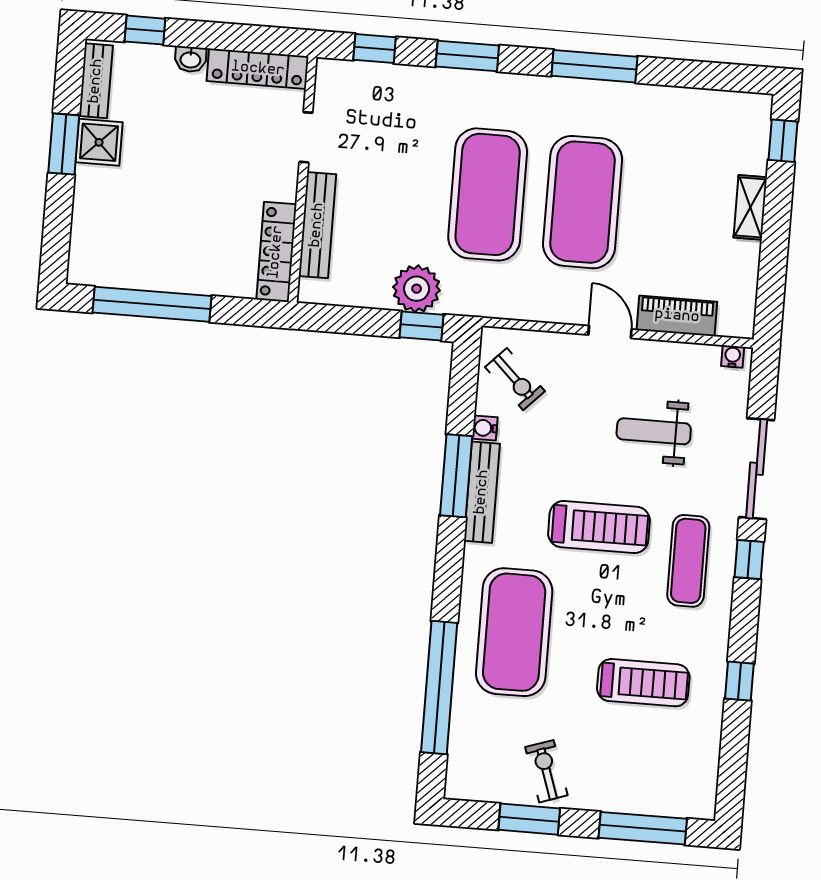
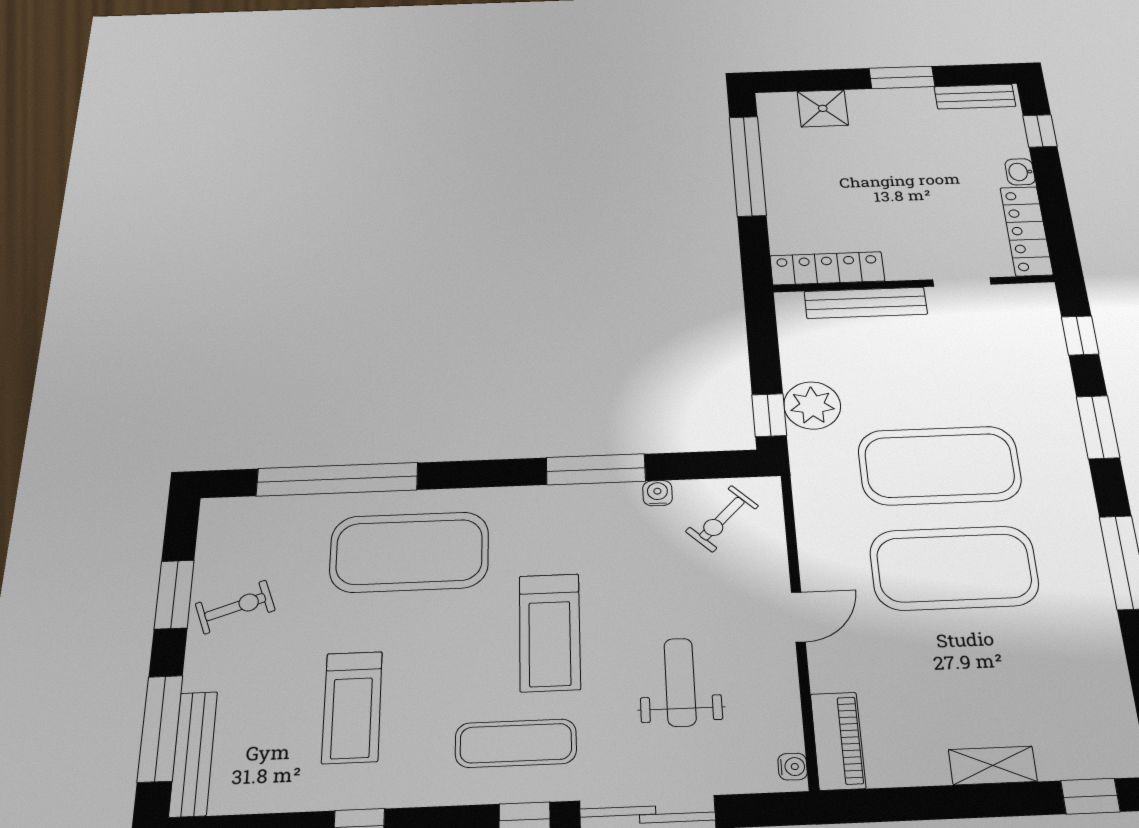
shower: (99, 142) -> (823, 108), moved
piano: (677, 316) -> (838, 741), moved
bench: (482, 492) -> (193, 754), moved, turned 90

